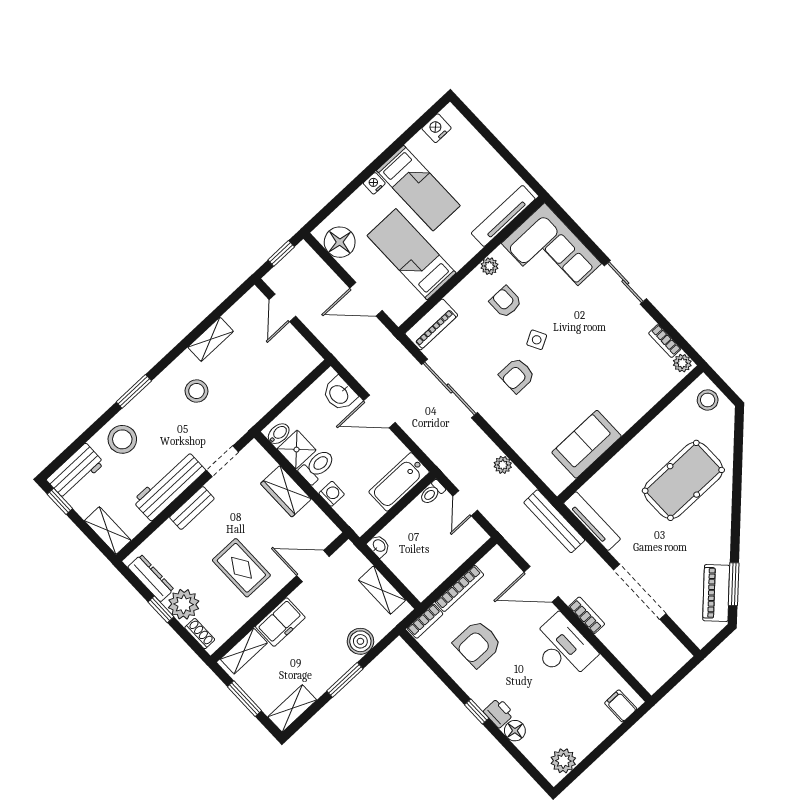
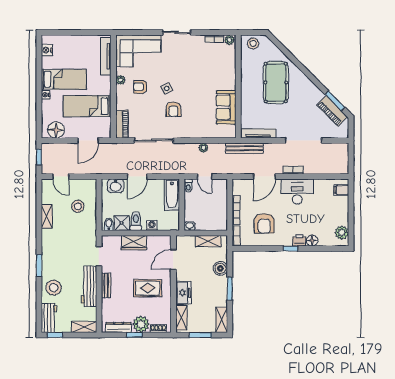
stool: (196, 391) -> (78, 206), moved

